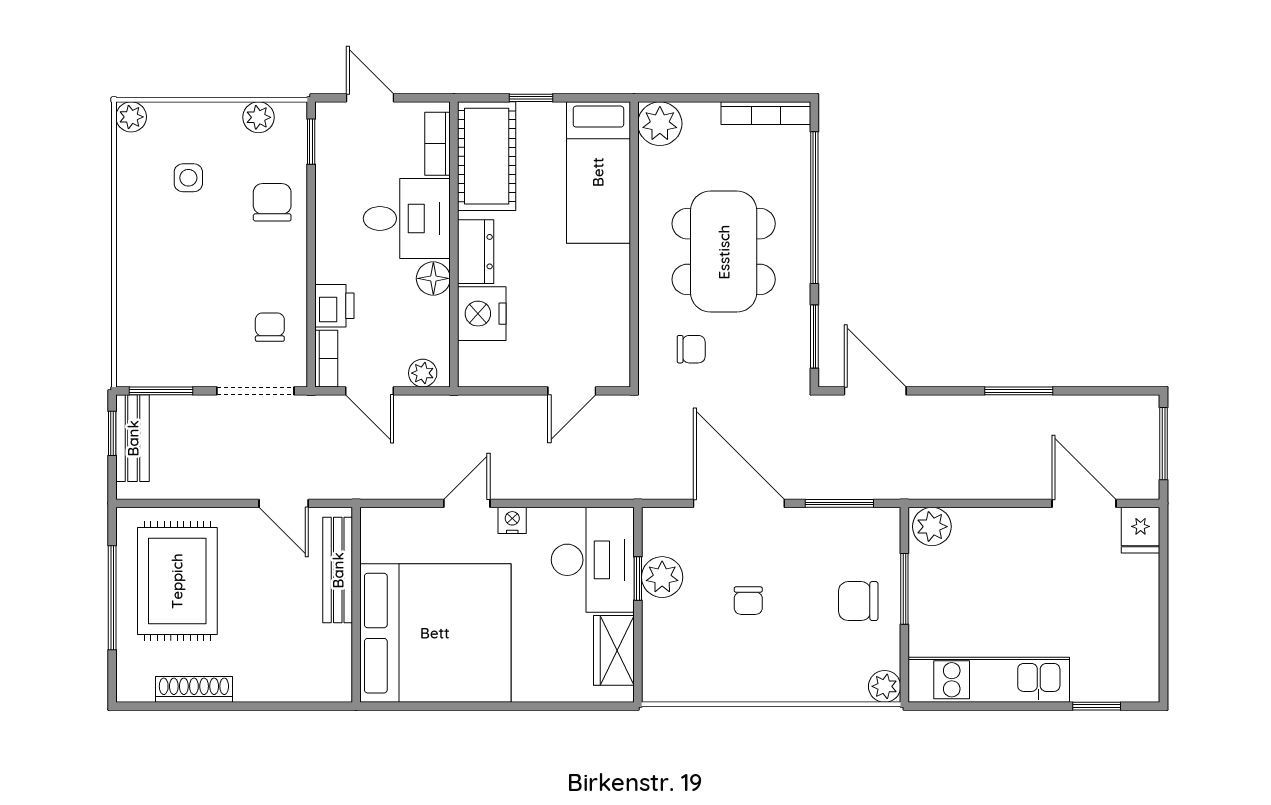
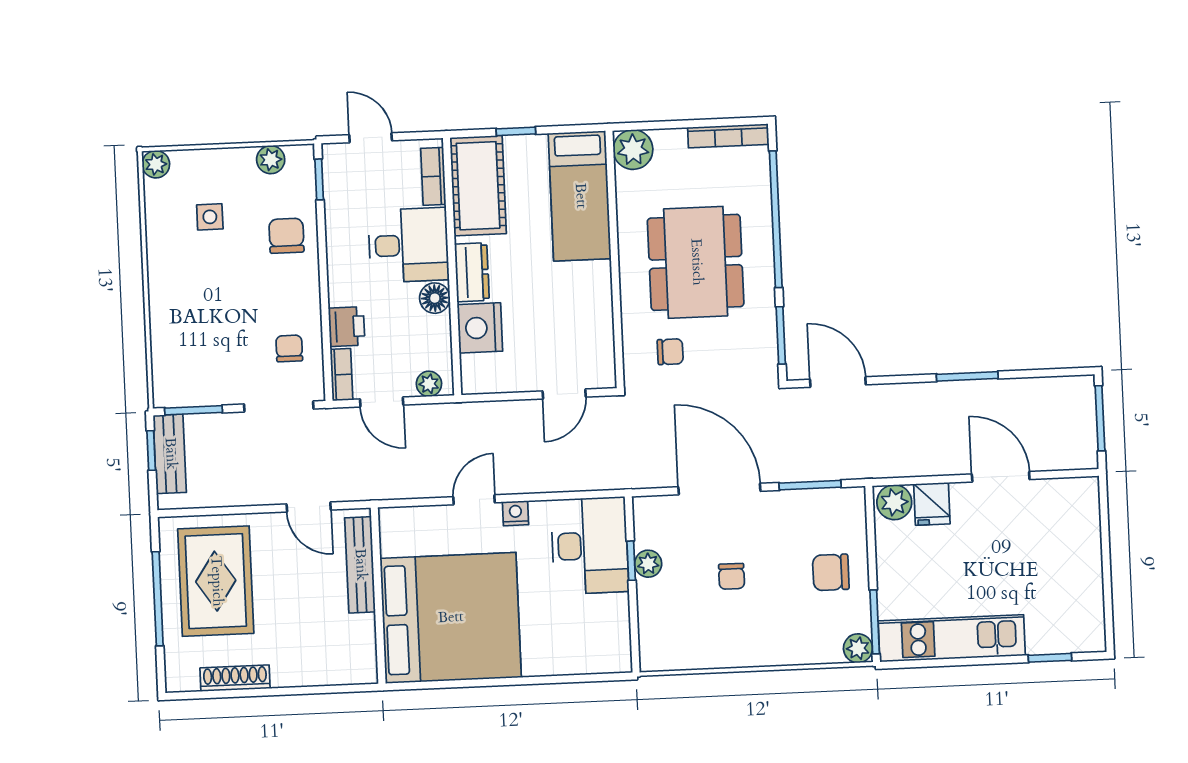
door: (1084, 503) -> (1001, 477), moved
fridge: (1141, 530) -> (932, 504), moved
plant: (662, 577) -> (648, 564), width x0.73, depth x0.73
window: (904, 589) -> (875, 622), moved
wardrobe: (614, 650) -> (612, 626), removed

